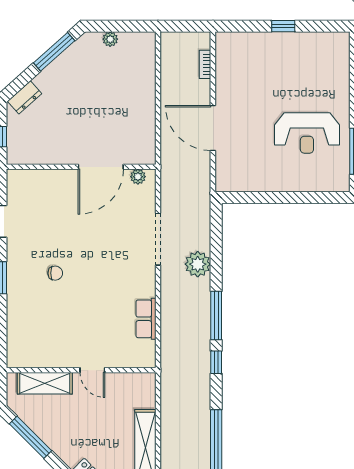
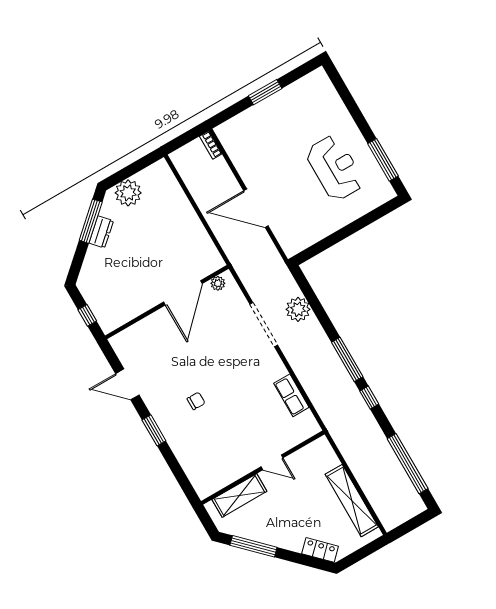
window: (283, 26) -> (265, 92), width x1.50
plant: (110, 39) -> (128, 193), width x1.88, depth x1.88
bookcase: (205, 64) -> (211, 145), moved
dresser: (25, 97) -> (101, 232), moved
reception desk: (307, 133) -> (335, 168), turned -90
plant: (198, 264) -> (298, 309), moved

